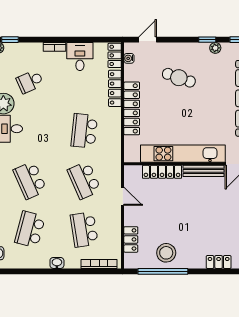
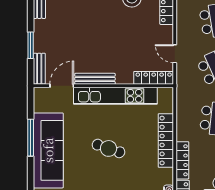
cafe table: (179, 78) -> (109, 148), moved
locker: (162, 172) -> (154, 78), moved

